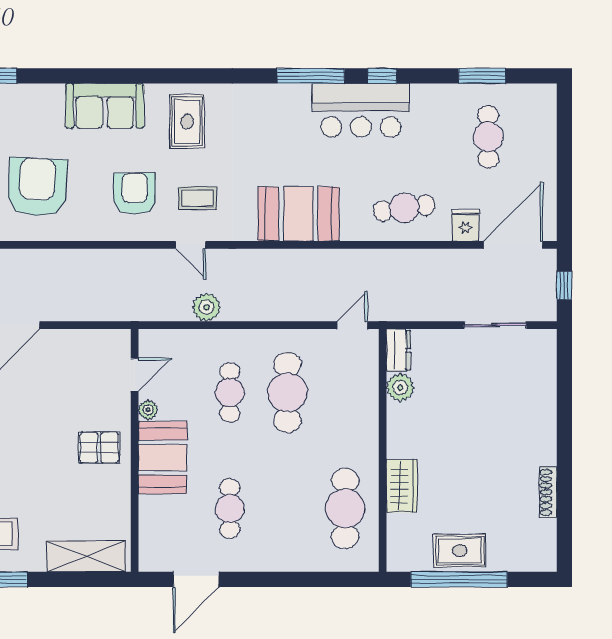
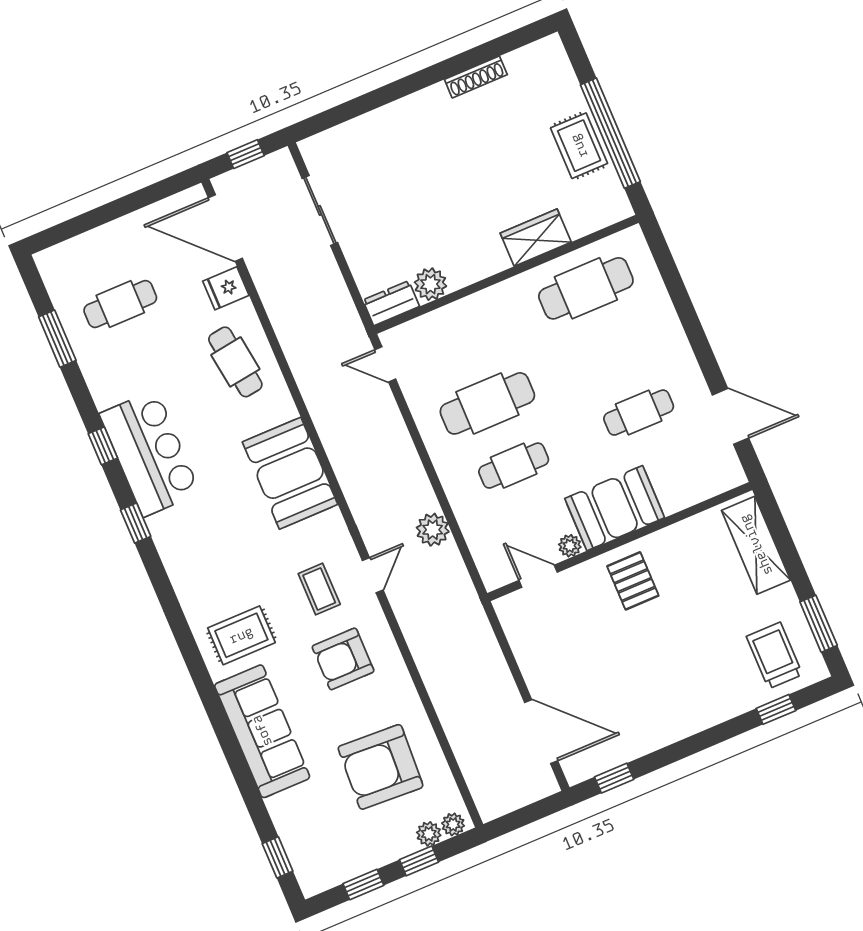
window: (311, 76) -> (136, 523), width x0.46
sofa: (105, 106) -> (262, 731), width x1.36

